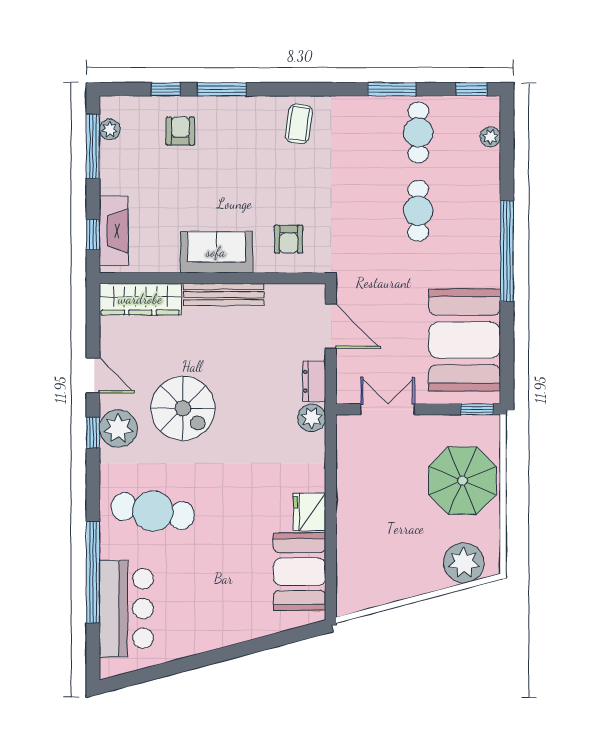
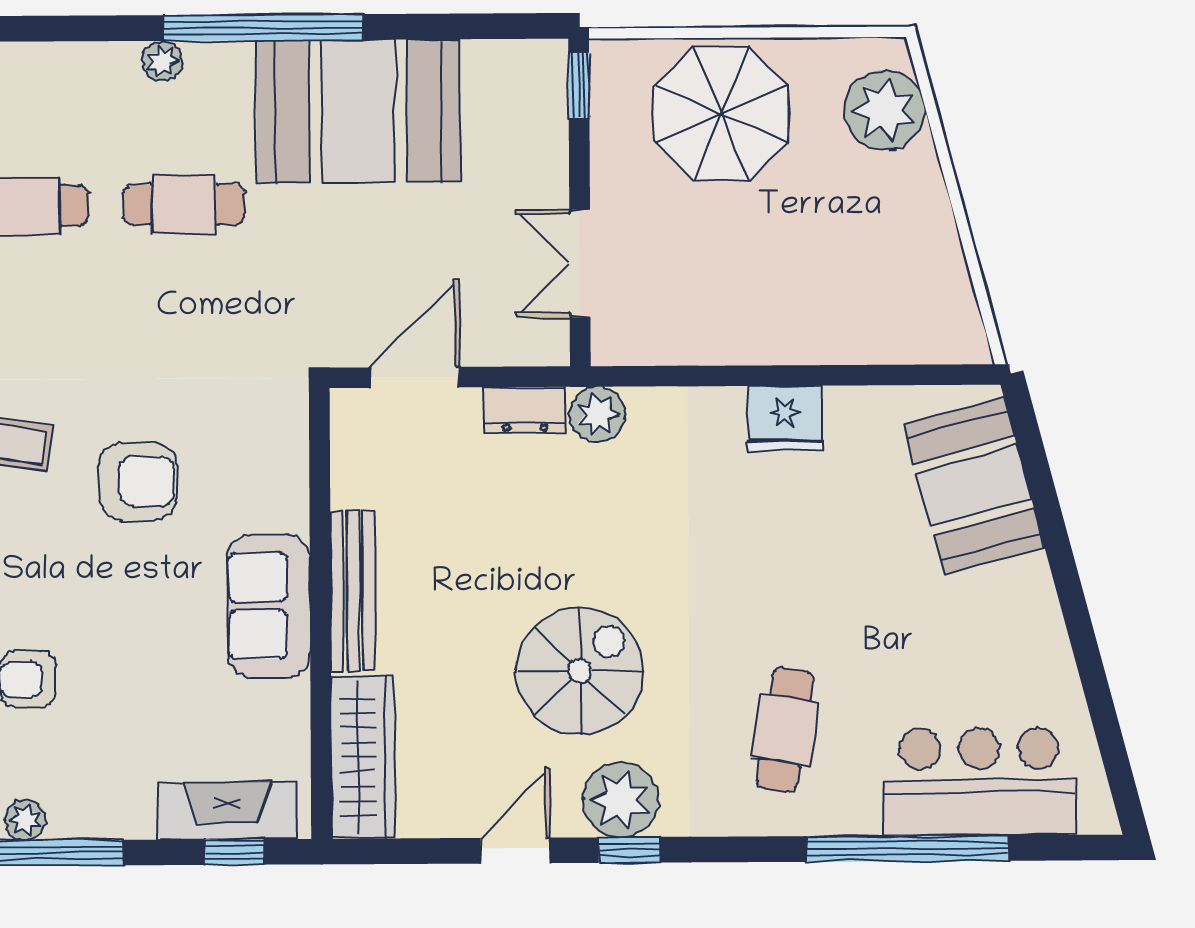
plant: (490, 137) -> (162, 61), moved
armchair: (289, 239) -> (138, 481), moved, width x1.38, depth x1.38
booth: (465, 340) -> (358, 111), moved
cafe table: (153, 511) -> (785, 730), width x0.73, depth x0.74
booth: (300, 572) -> (974, 486), moved, turned 75

